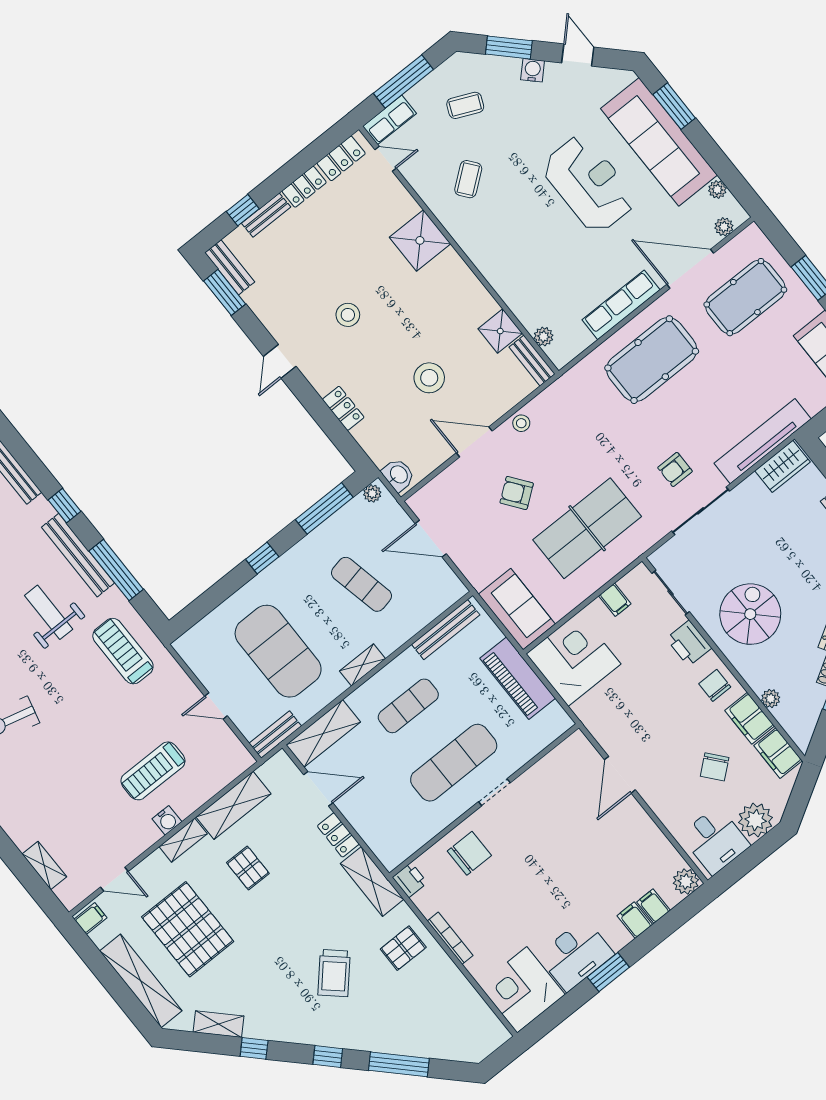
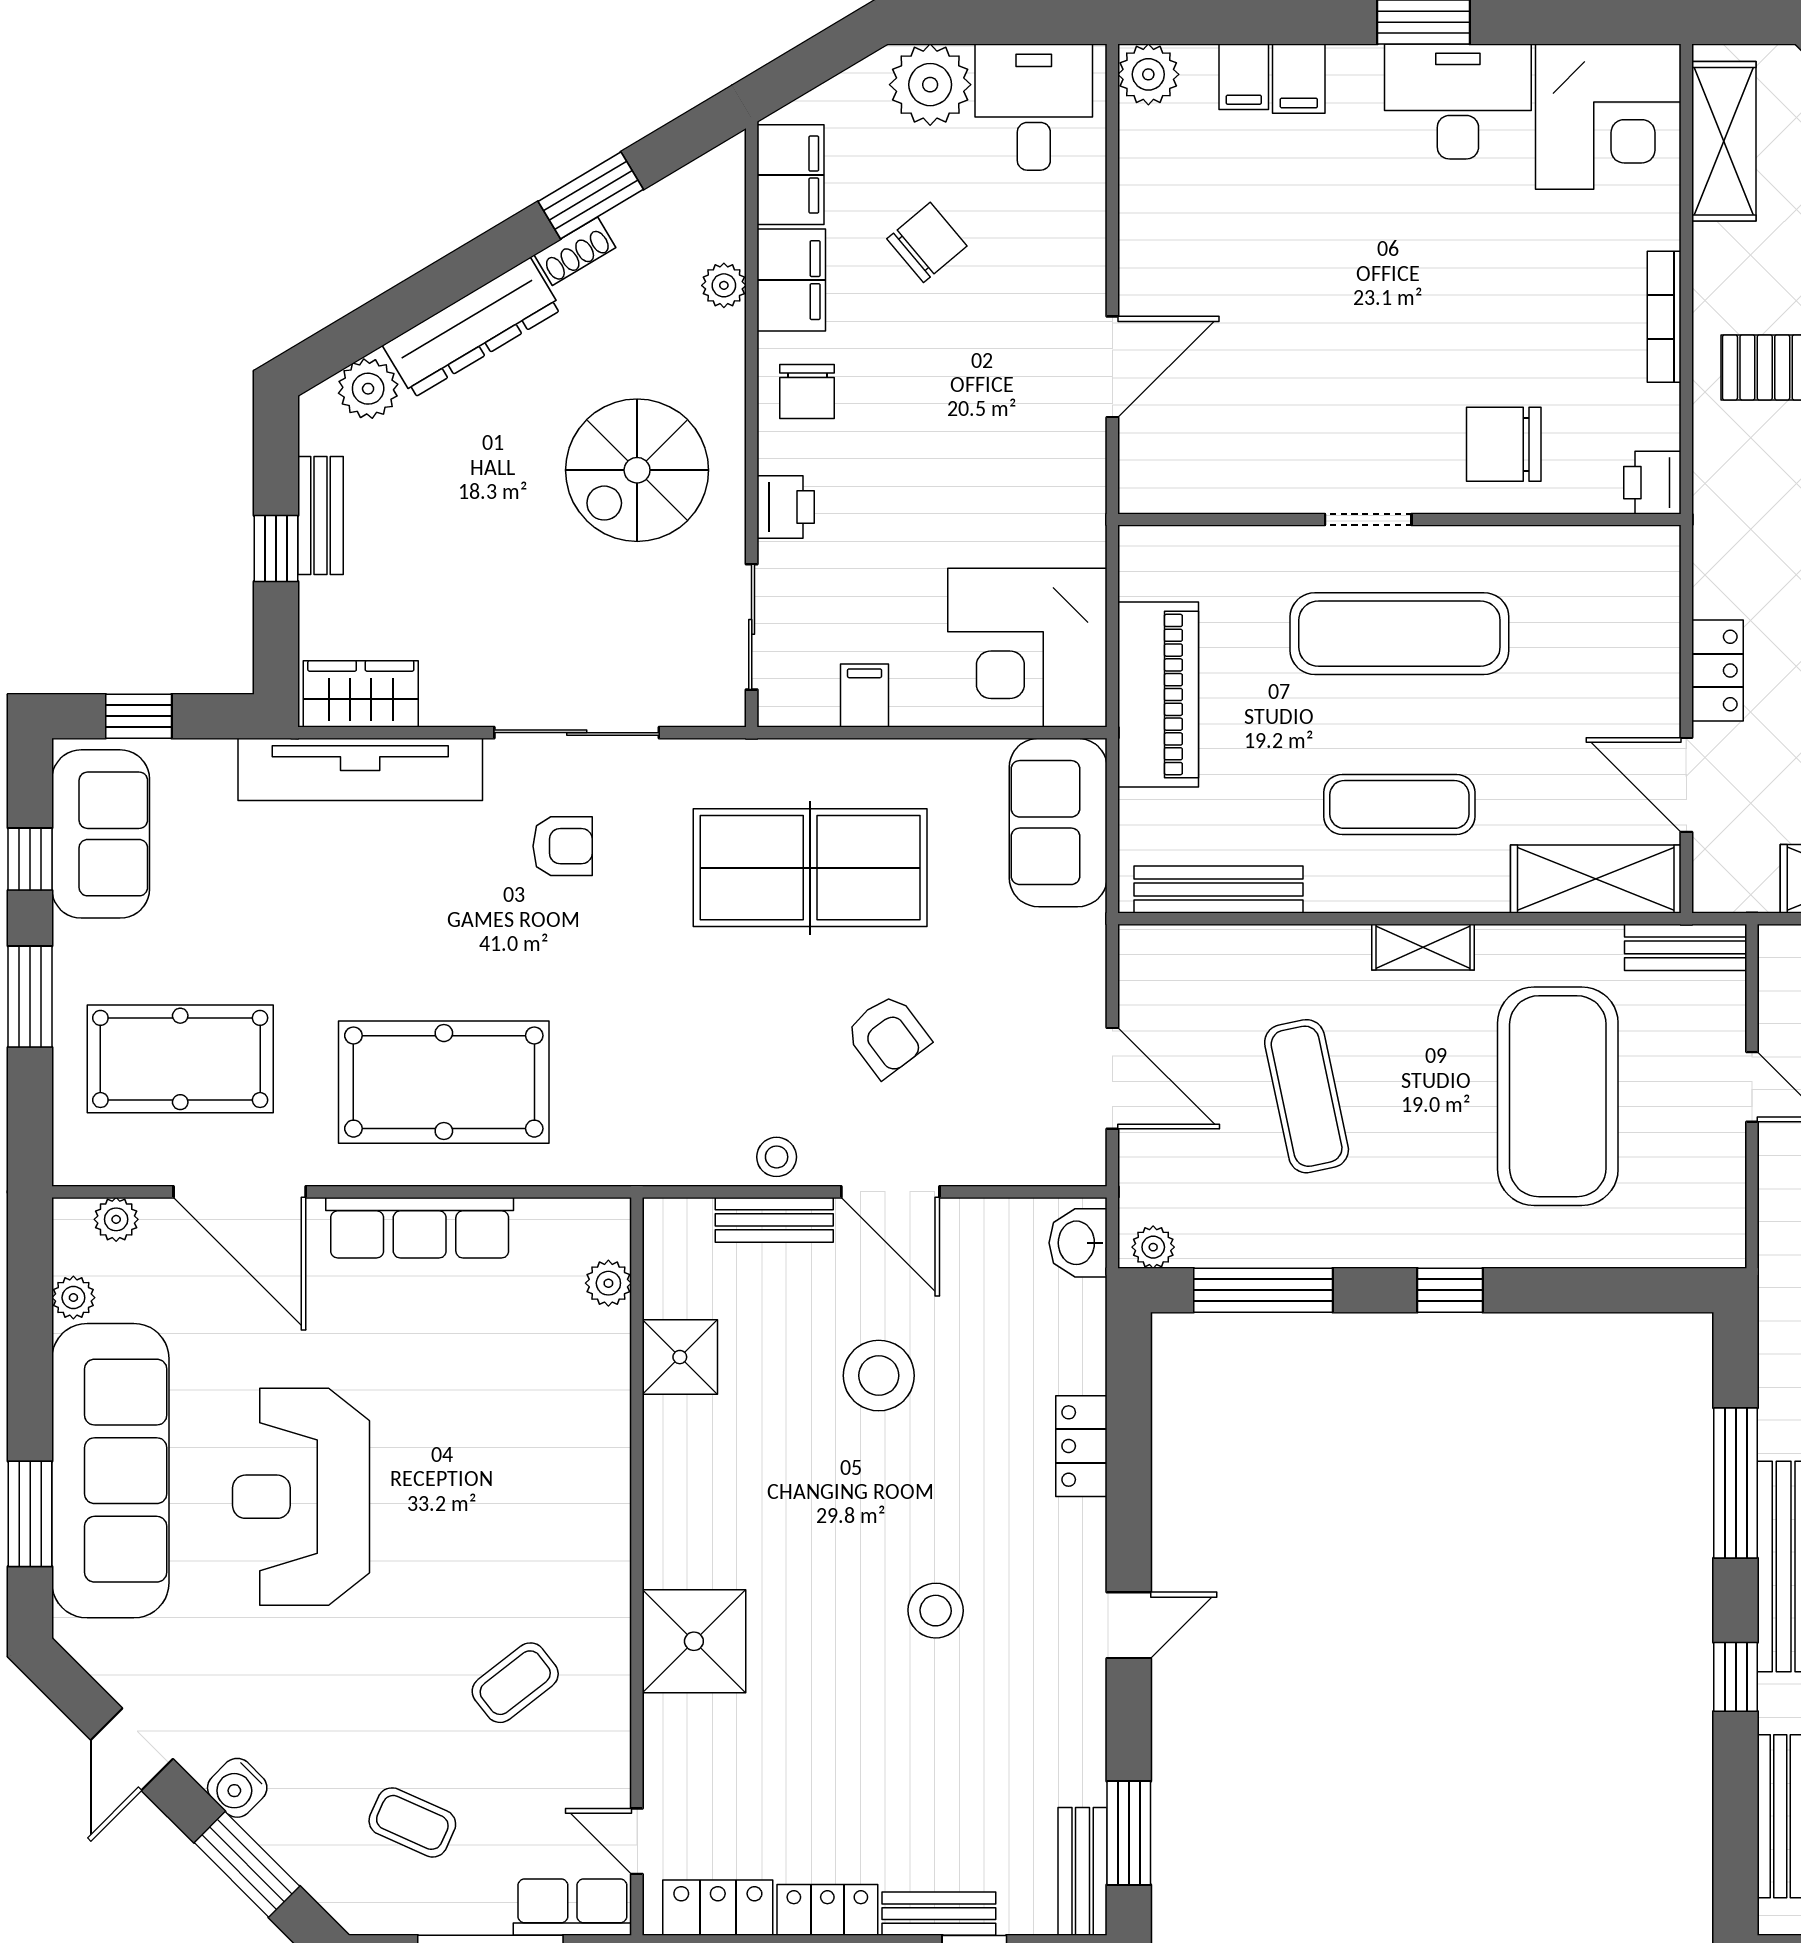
bench: (532, 360) -> (774, 1220), moved, turned 90
printer: (689, 643) -> (786, 507), width x0.73, depth x0.81
shelving: (372, 881) -> (1724, 141), moved

